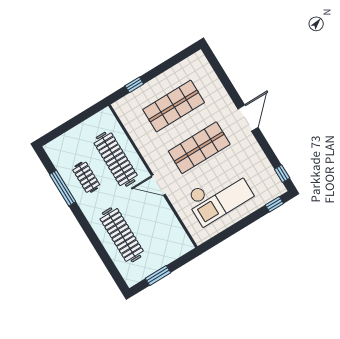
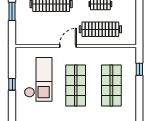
checkout: (219, 196) -> (38, 79), turned 180
window: (274, 204) -> (12, 84), moved

